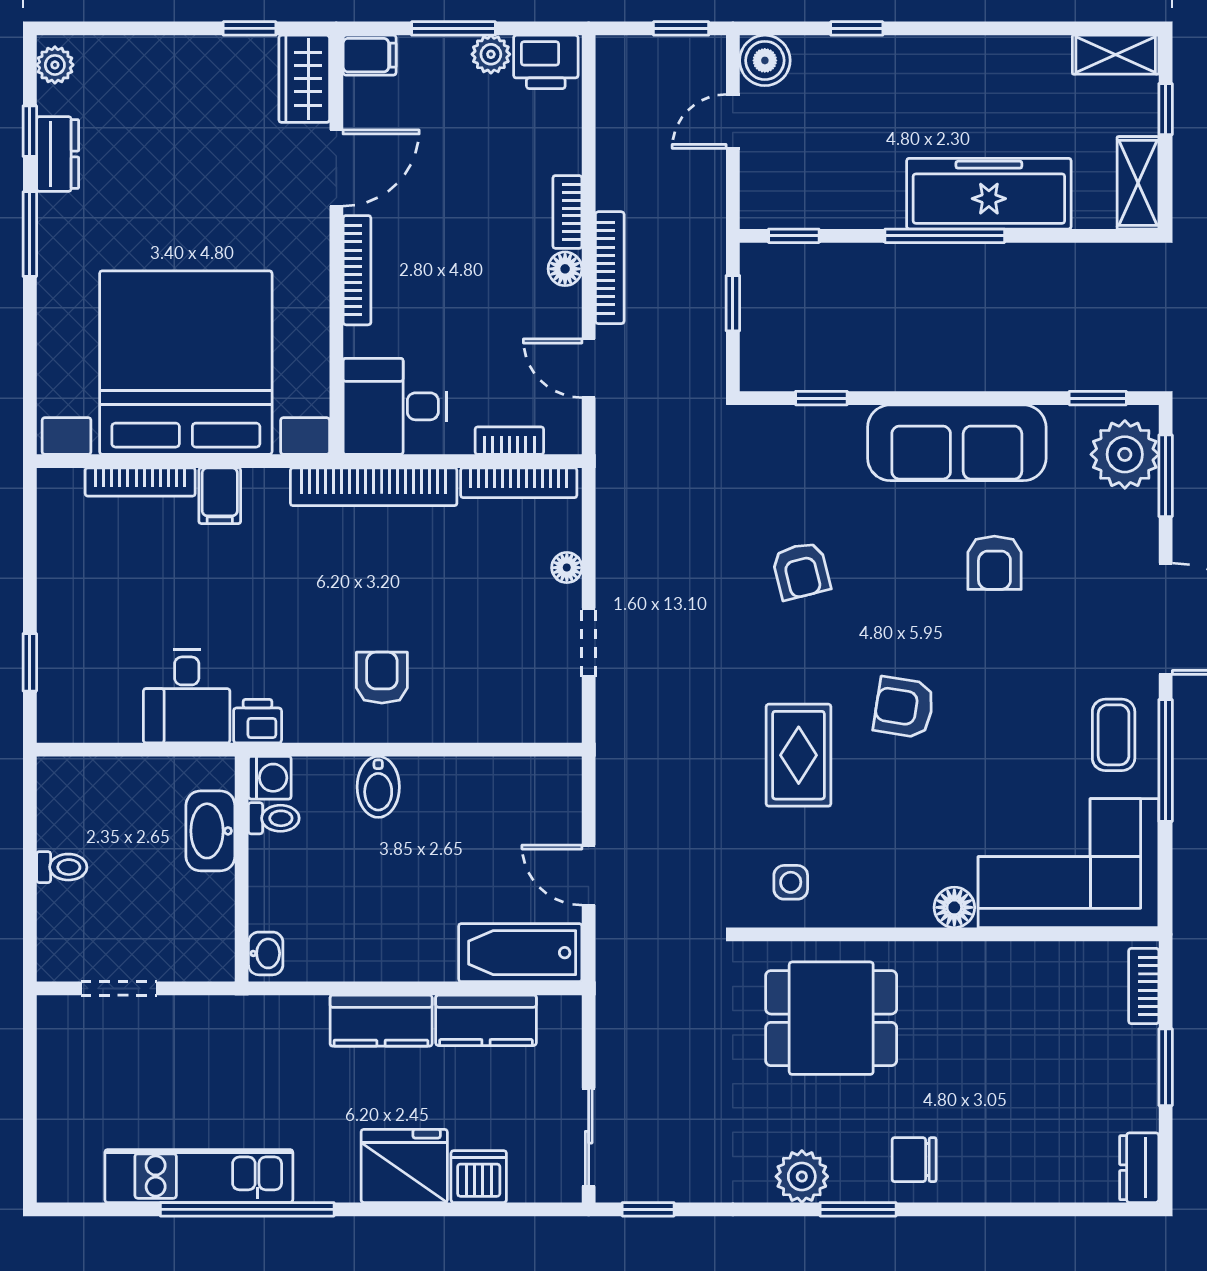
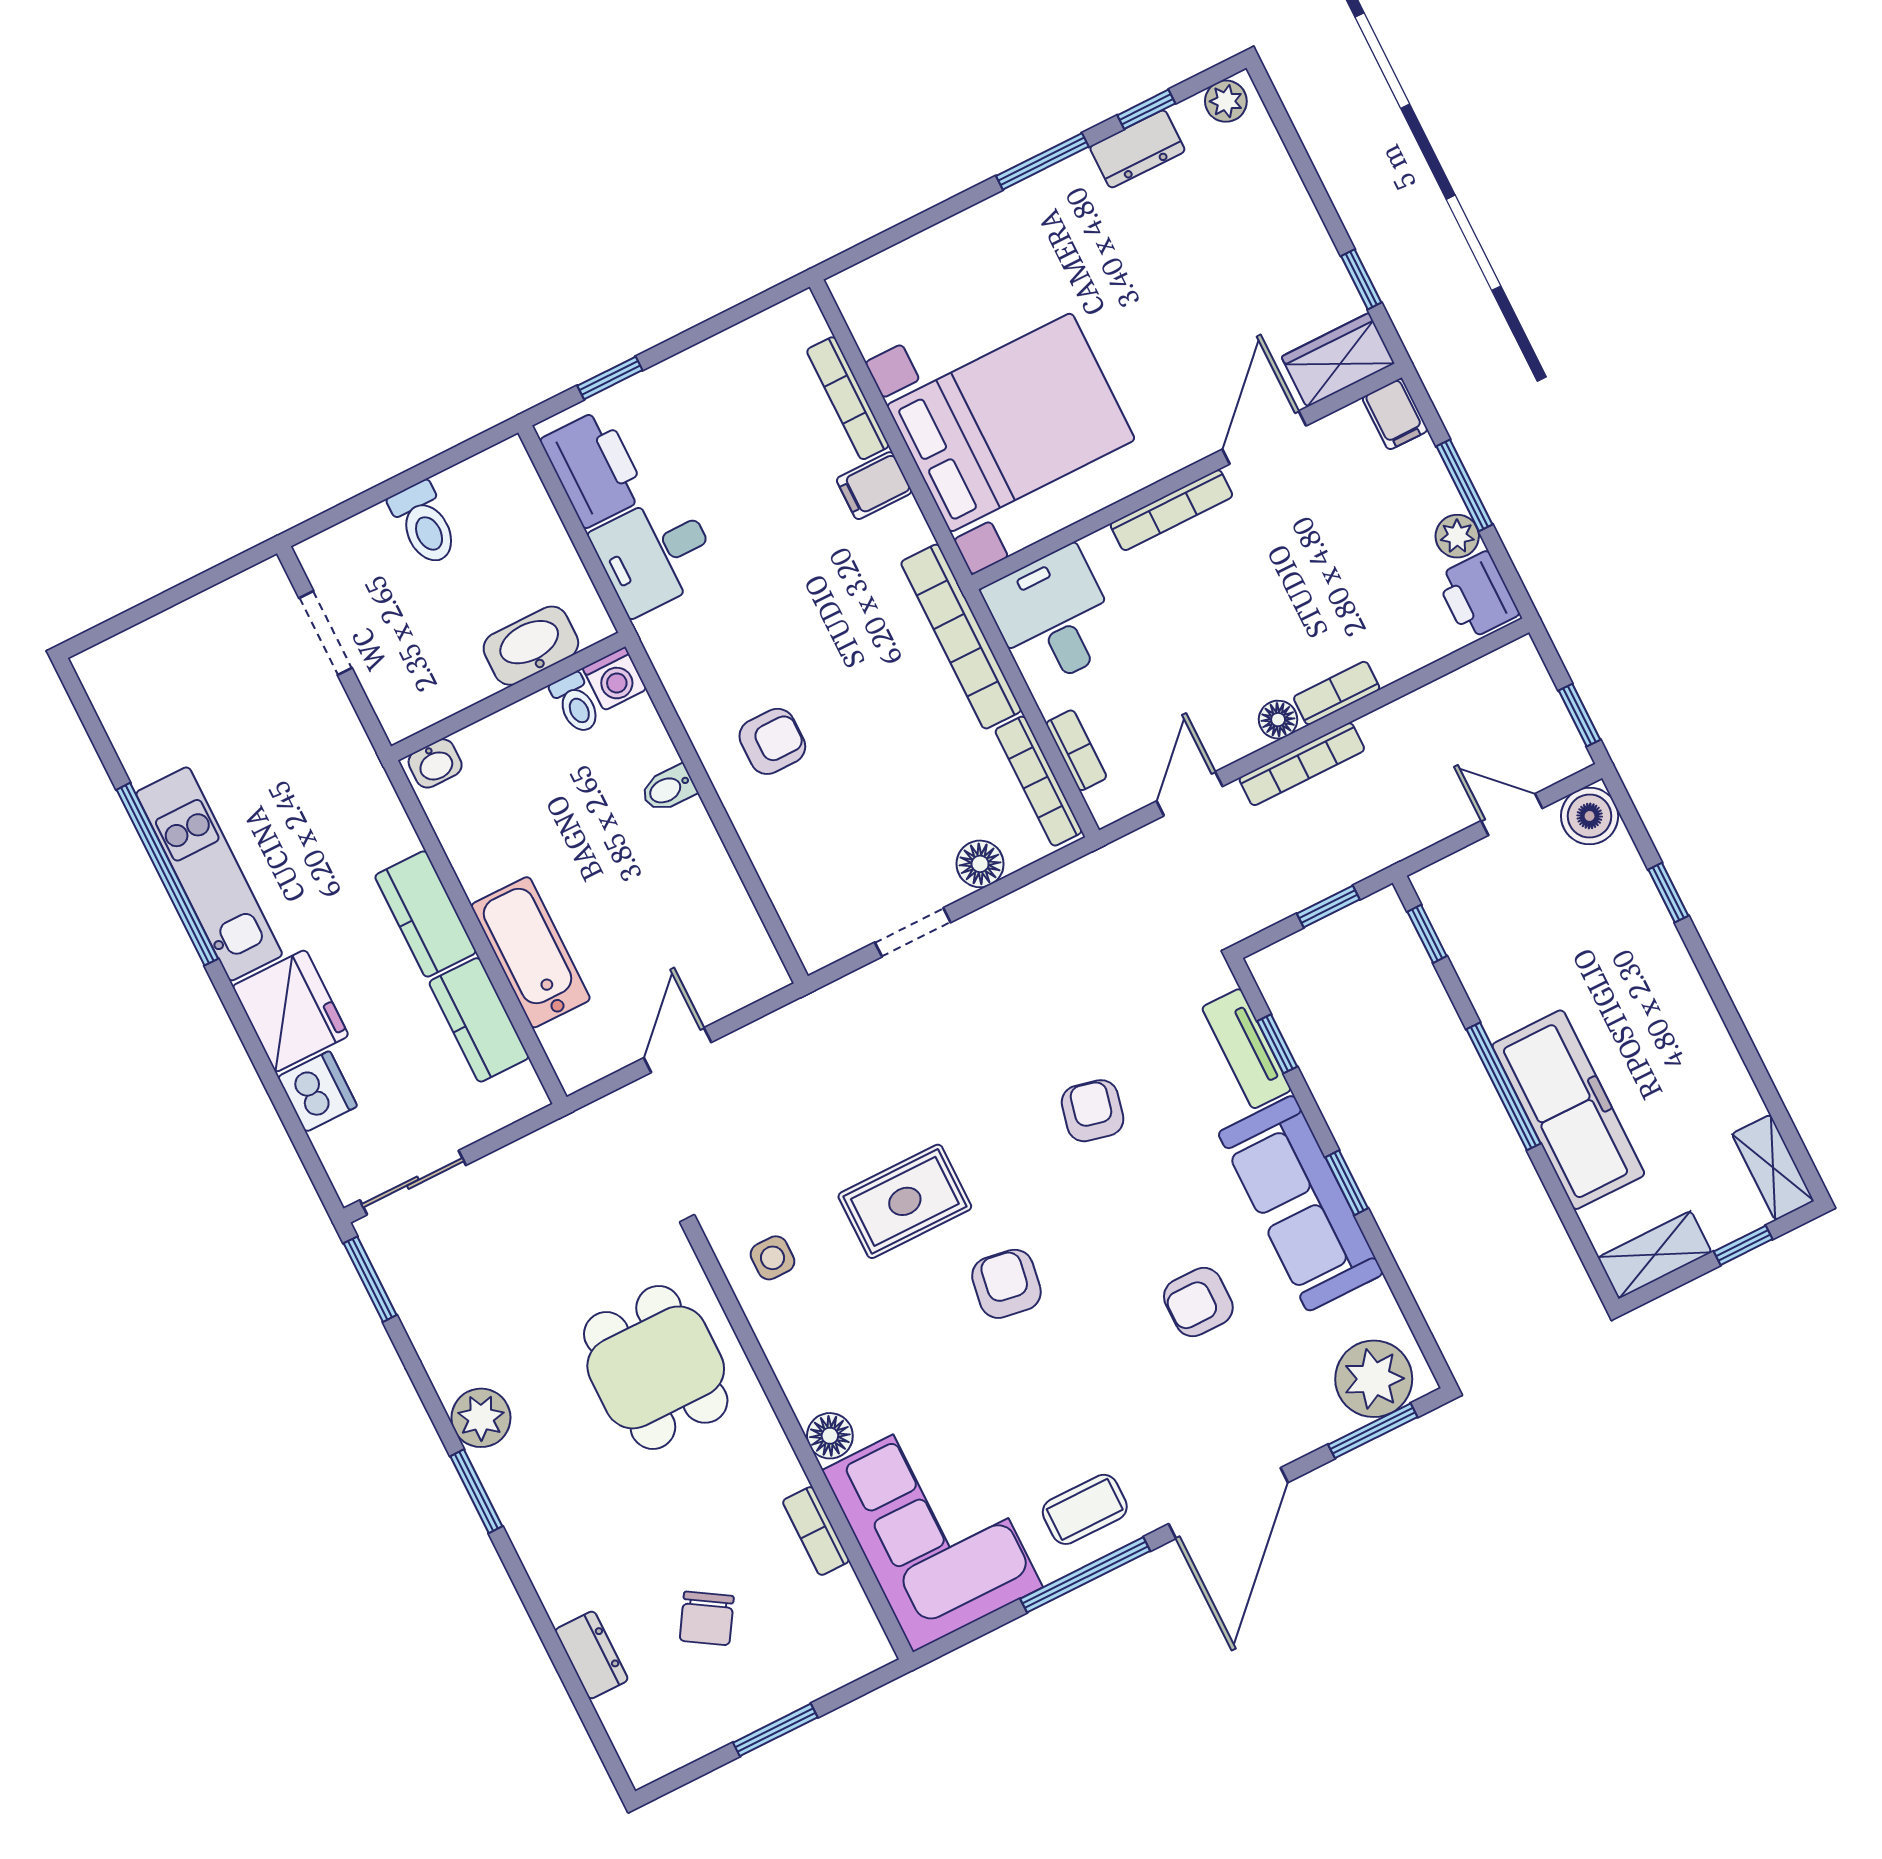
door: (336, 168) -> (1264, 437), swing flipped
bed with nightstands: (186, 363) -> (1011, 422), width x0.73
window: (1098, 398) -> (1347, 1183), moved
tv unit: (813, 424) -> (1247, 1049), added
floor lamp: (567, 568) -> (980, 864), width x1.37, depth x1.37
armchair: (801, 571) -> (1093, 1111), turned 117
printer: (258, 721) -> (594, 468), moved, width x1.87, depth x1.48
bidet: (378, 787) -> (668, 789), width x0.72, depth x0.74
toilet: (62, 867) -> (424, 524), width x1.37, depth x1.39
bathtub: (520, 953) -> (531, 952), moved
bookcase: (1144, 986) -> (816, 1531), moved, turned -90
chair: (914, 1160) -> (707, 1618), moved, turned -148
dresser: (1139, 1168) -> (592, 1655), moved, turned 90
kitchen unit: (199, 1176) -> (209, 874), moved
window: (648, 1209) -> (370, 1279), width x1.50

